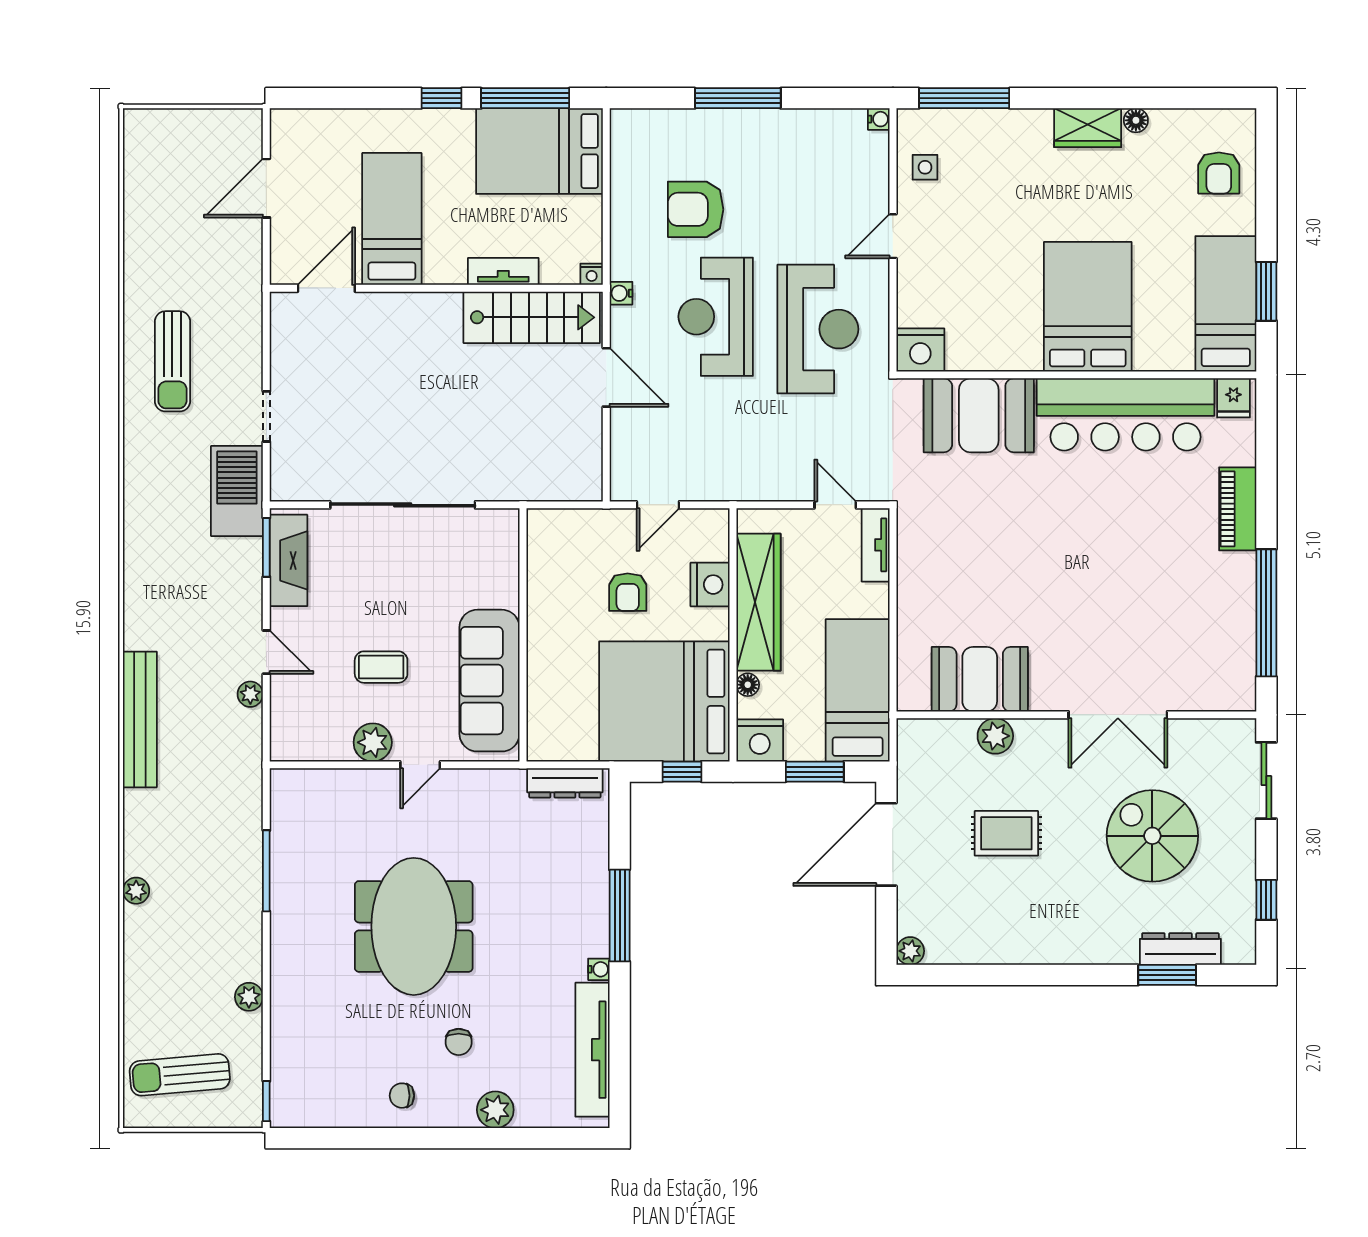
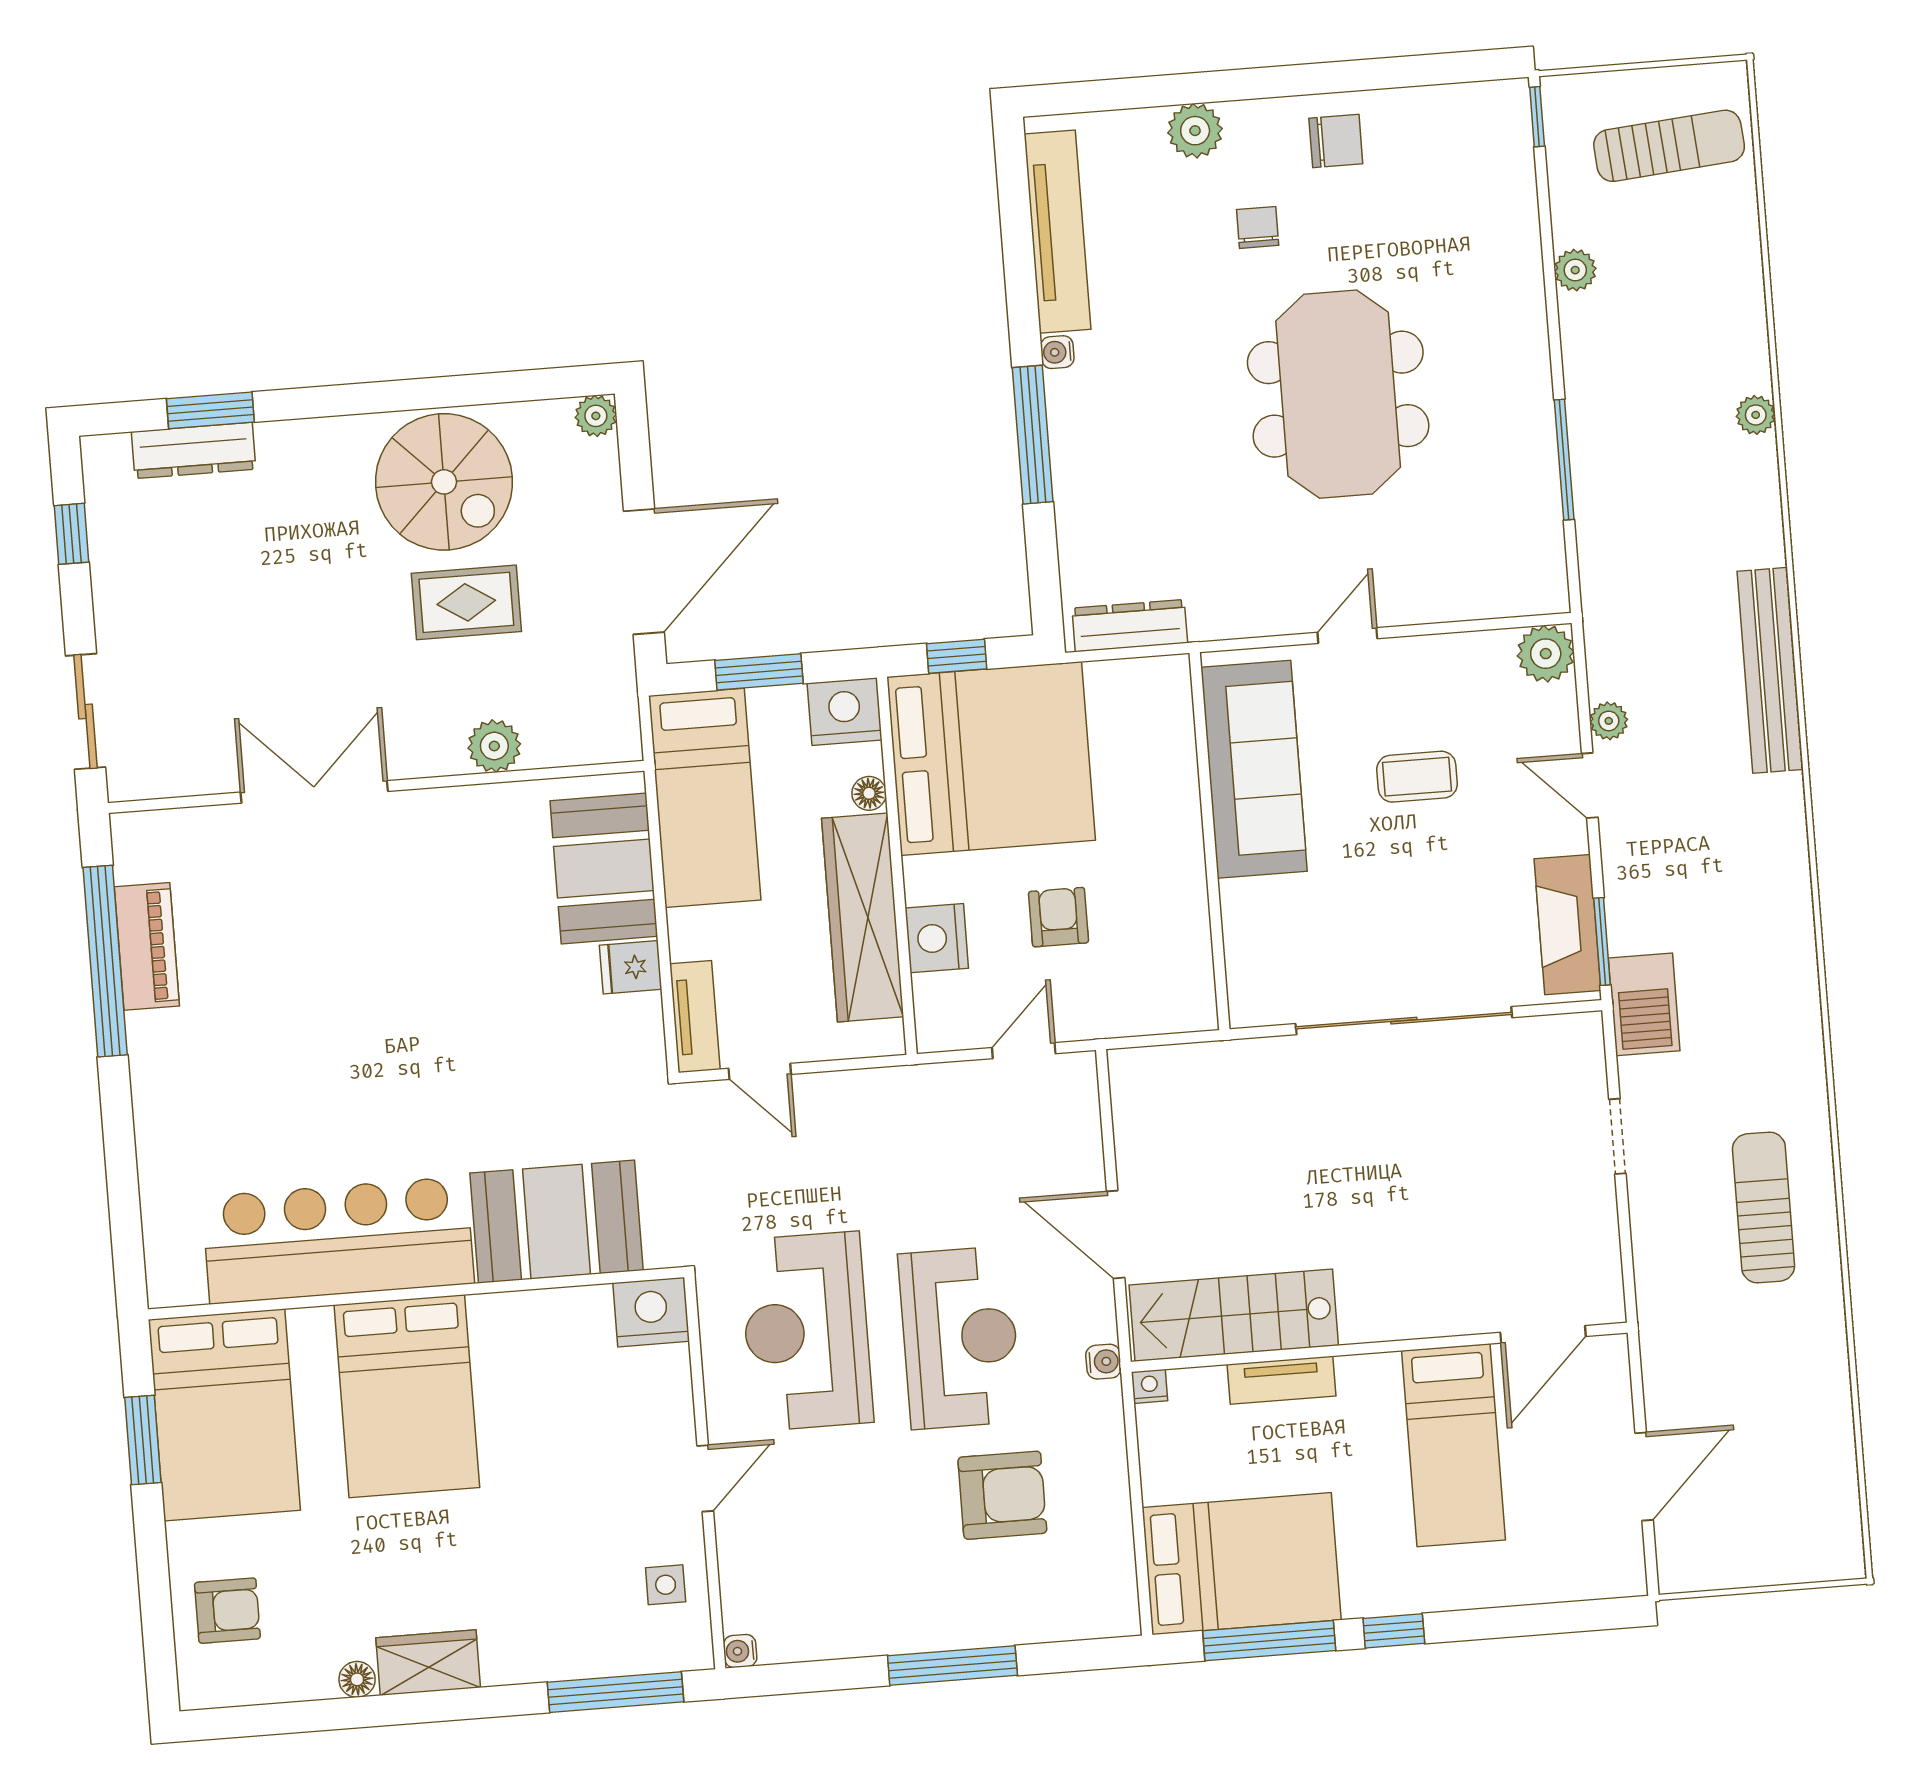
armchair: (1219, 173) -> (227, 1611), turned 90
bed: (1226, 304) -> (224, 1415), width x1.50
fridge: (1233, 398) -> (631, 967), moved, turned -90
barbecue: (237, 491) -> (1644, 1004), width x0.73, depth x0.83
piano: (1238, 509) -> (147, 946), moved
booth: (980, 679) -> (604, 868), moved, turned 90
plant: (373, 742) -> (1546, 654), moved
spiral stairs: (1152, 836) -> (444, 482), moved
chair: (402, 1096) -> (1336, 141), width x1.37, depth x1.37

